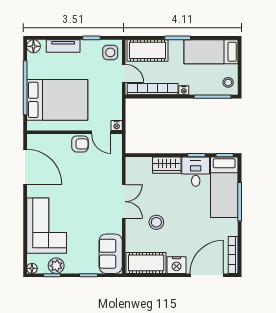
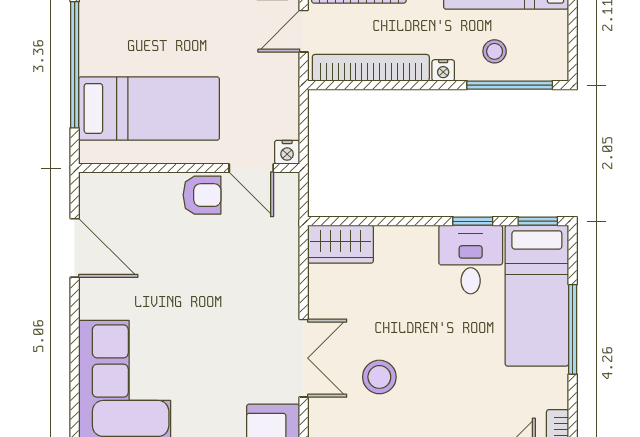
door: (124, 73) -> (304, 31), swing flipped
stool: (228, 82) -> (495, 51), moved
bed: (57, 100) -> (149, 108), width x0.67
wardrobe: (167, 165) -> (341, 244), moved
door: (25, 167) -> (75, 248), width x0.73
double door: (124, 202) -> (304, 358), moved

